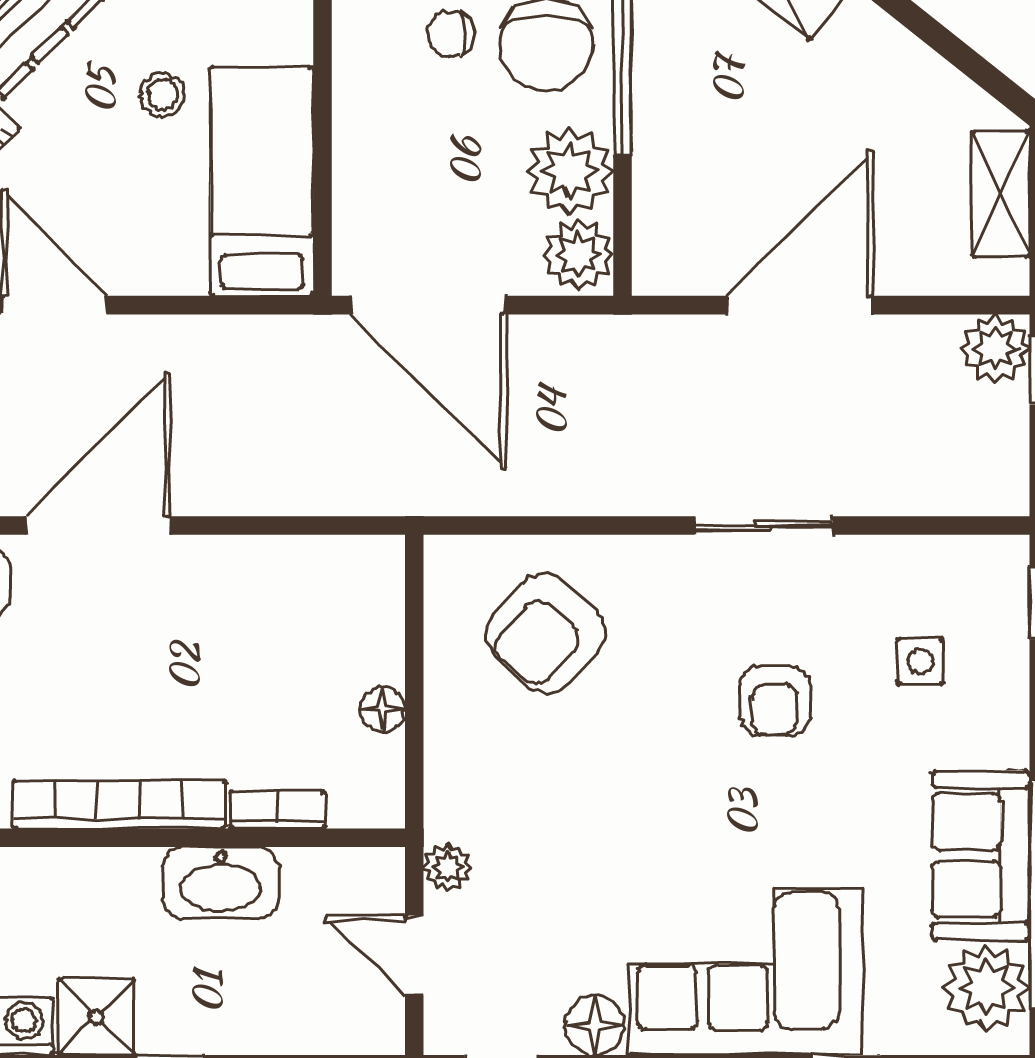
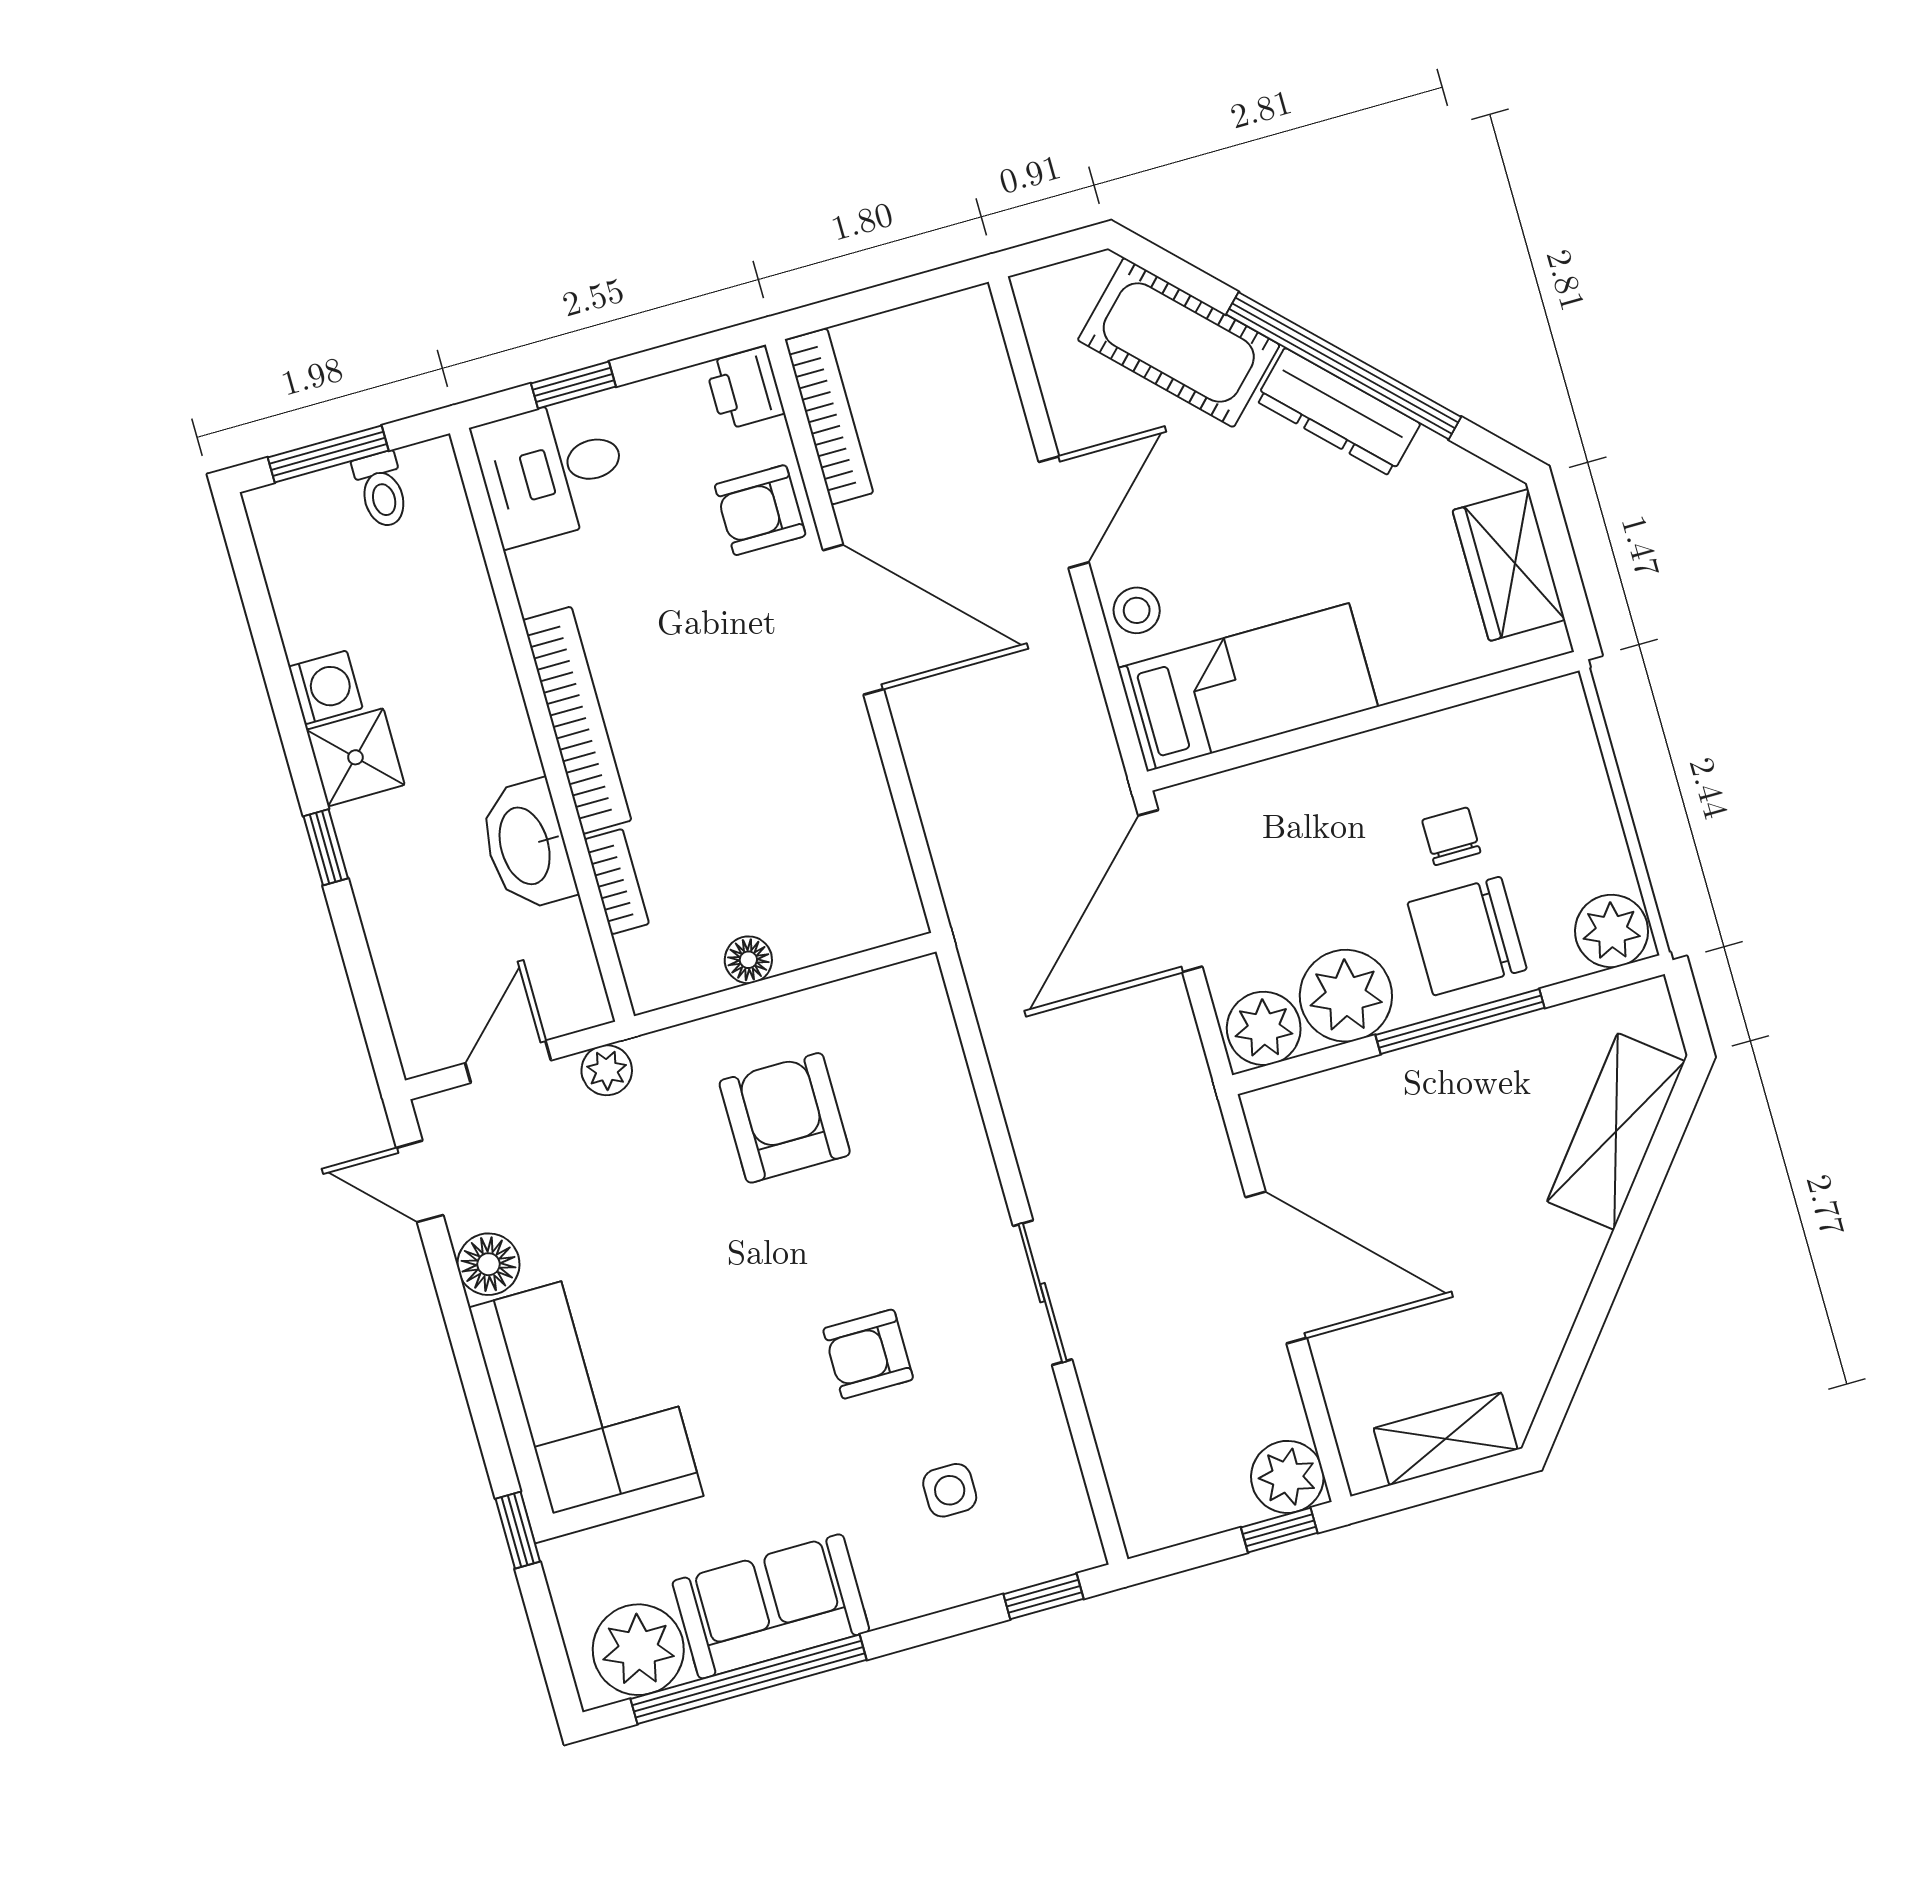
stool: (162, 95) -> (1137, 610), moved
armchair: (546, 633) -> (785, 1118), moved, turned 47

